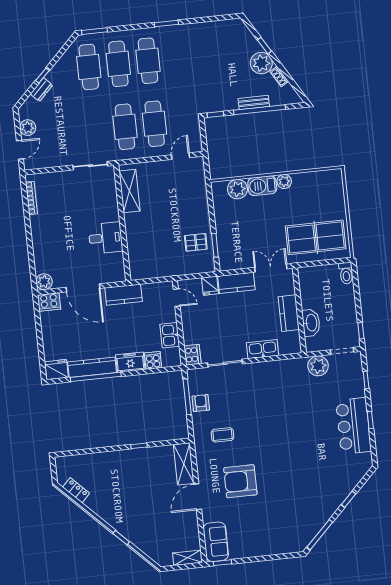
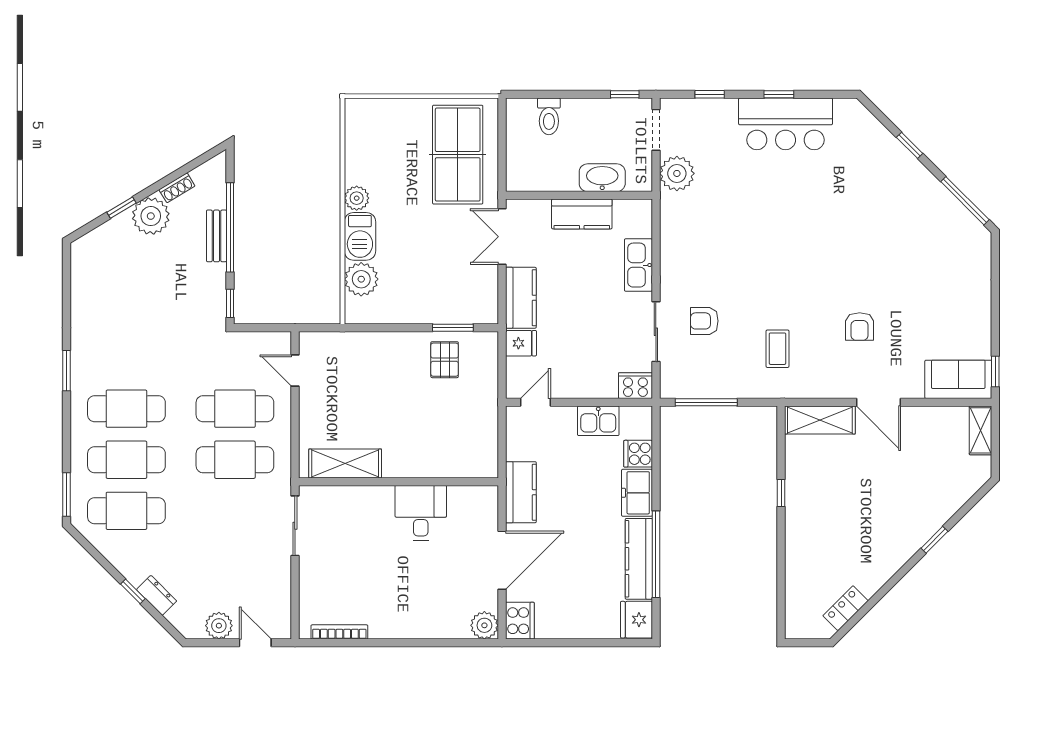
toilet: (346, 273) -> (549, 116), moved, turned 90
armchair: (201, 403) -> (704, 321), moved
armchair: (240, 481) -> (860, 327), width x0.53, depth x0.53

